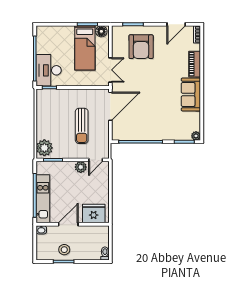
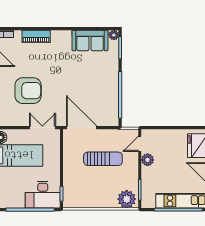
armchair: (141, 47) -> (28, 91), moved
sofa: (191, 94) -> (90, 40), moved
door: (96, 160) -> (140, 144), swing flipped

